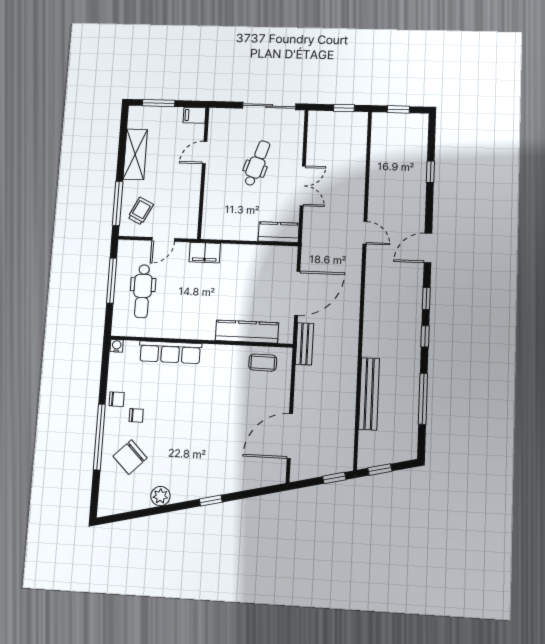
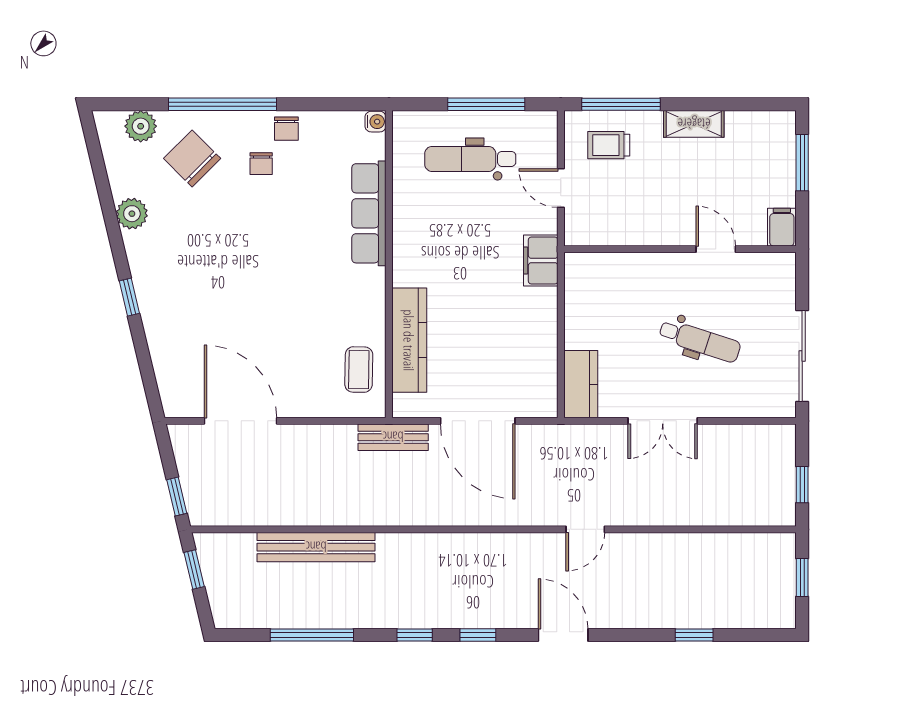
shelving: (135, 154) -> (694, 124), width x0.67, depth x0.75
trolley: (141, 211) -> (609, 145), turned 153
plant: (108, 488) -> (141, 126), added

